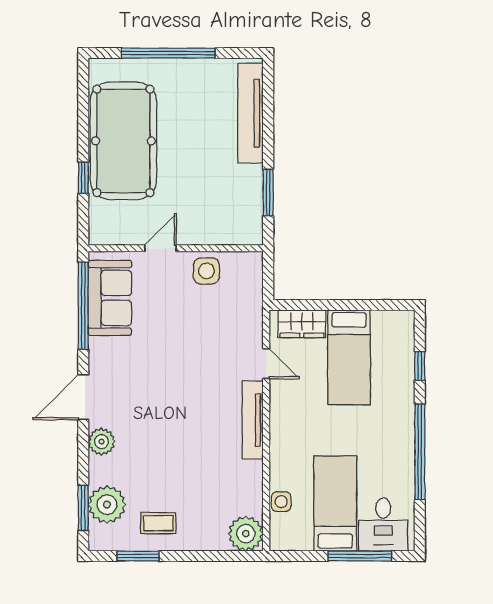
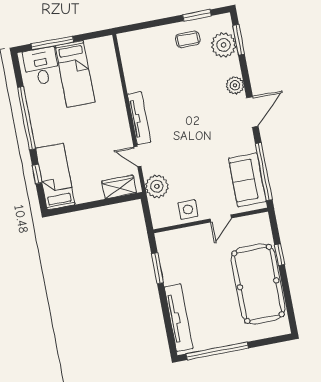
window: (168, 53) -> (217, 351), moved
bed: (349, 357) -> (55, 176), moved
side table: (281, 502) -> (110, 68), removed
plant: (246, 534) -> (157, 186), moved

